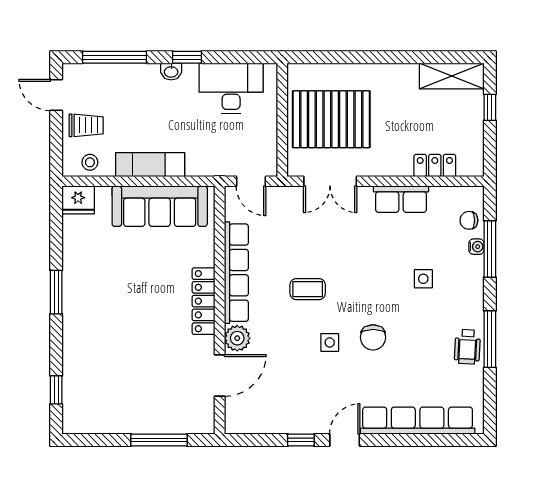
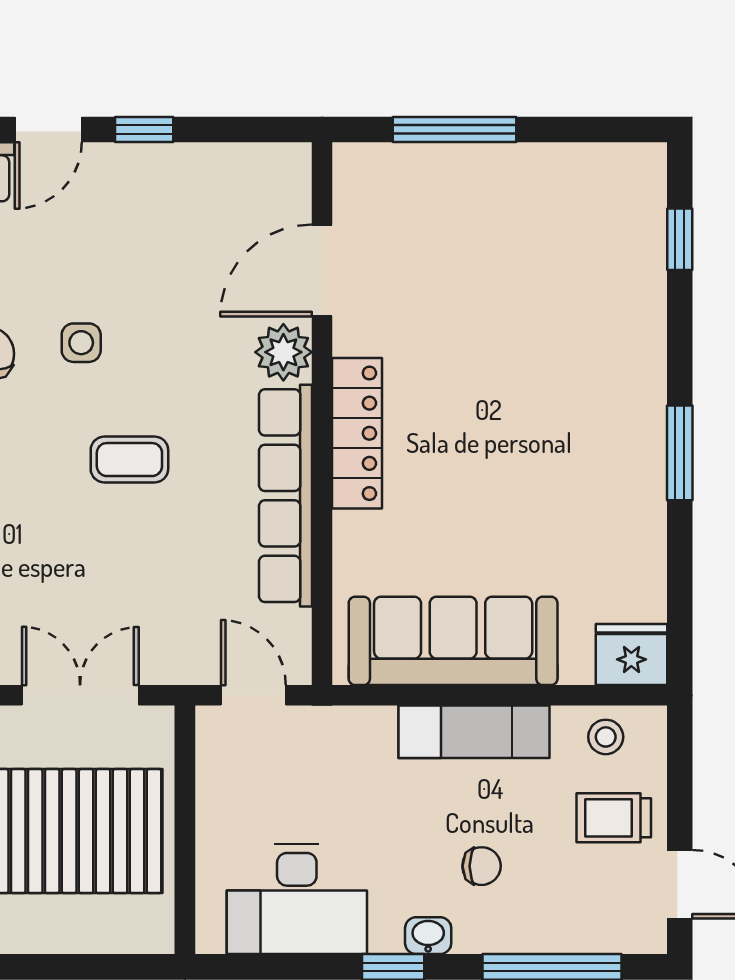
chair: (147, 103) -> (482, 866), added

